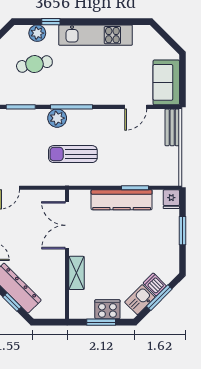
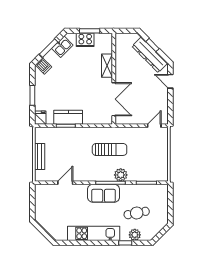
sofa: (166, 82) -> (104, 193), moved, turned 90
bench: (172, 127) -> (40, 157), moved
kitchen counter: (122, 200) -> (68, 117), width x0.67
dishwasher: (155, 284) -> (43, 66), moved

